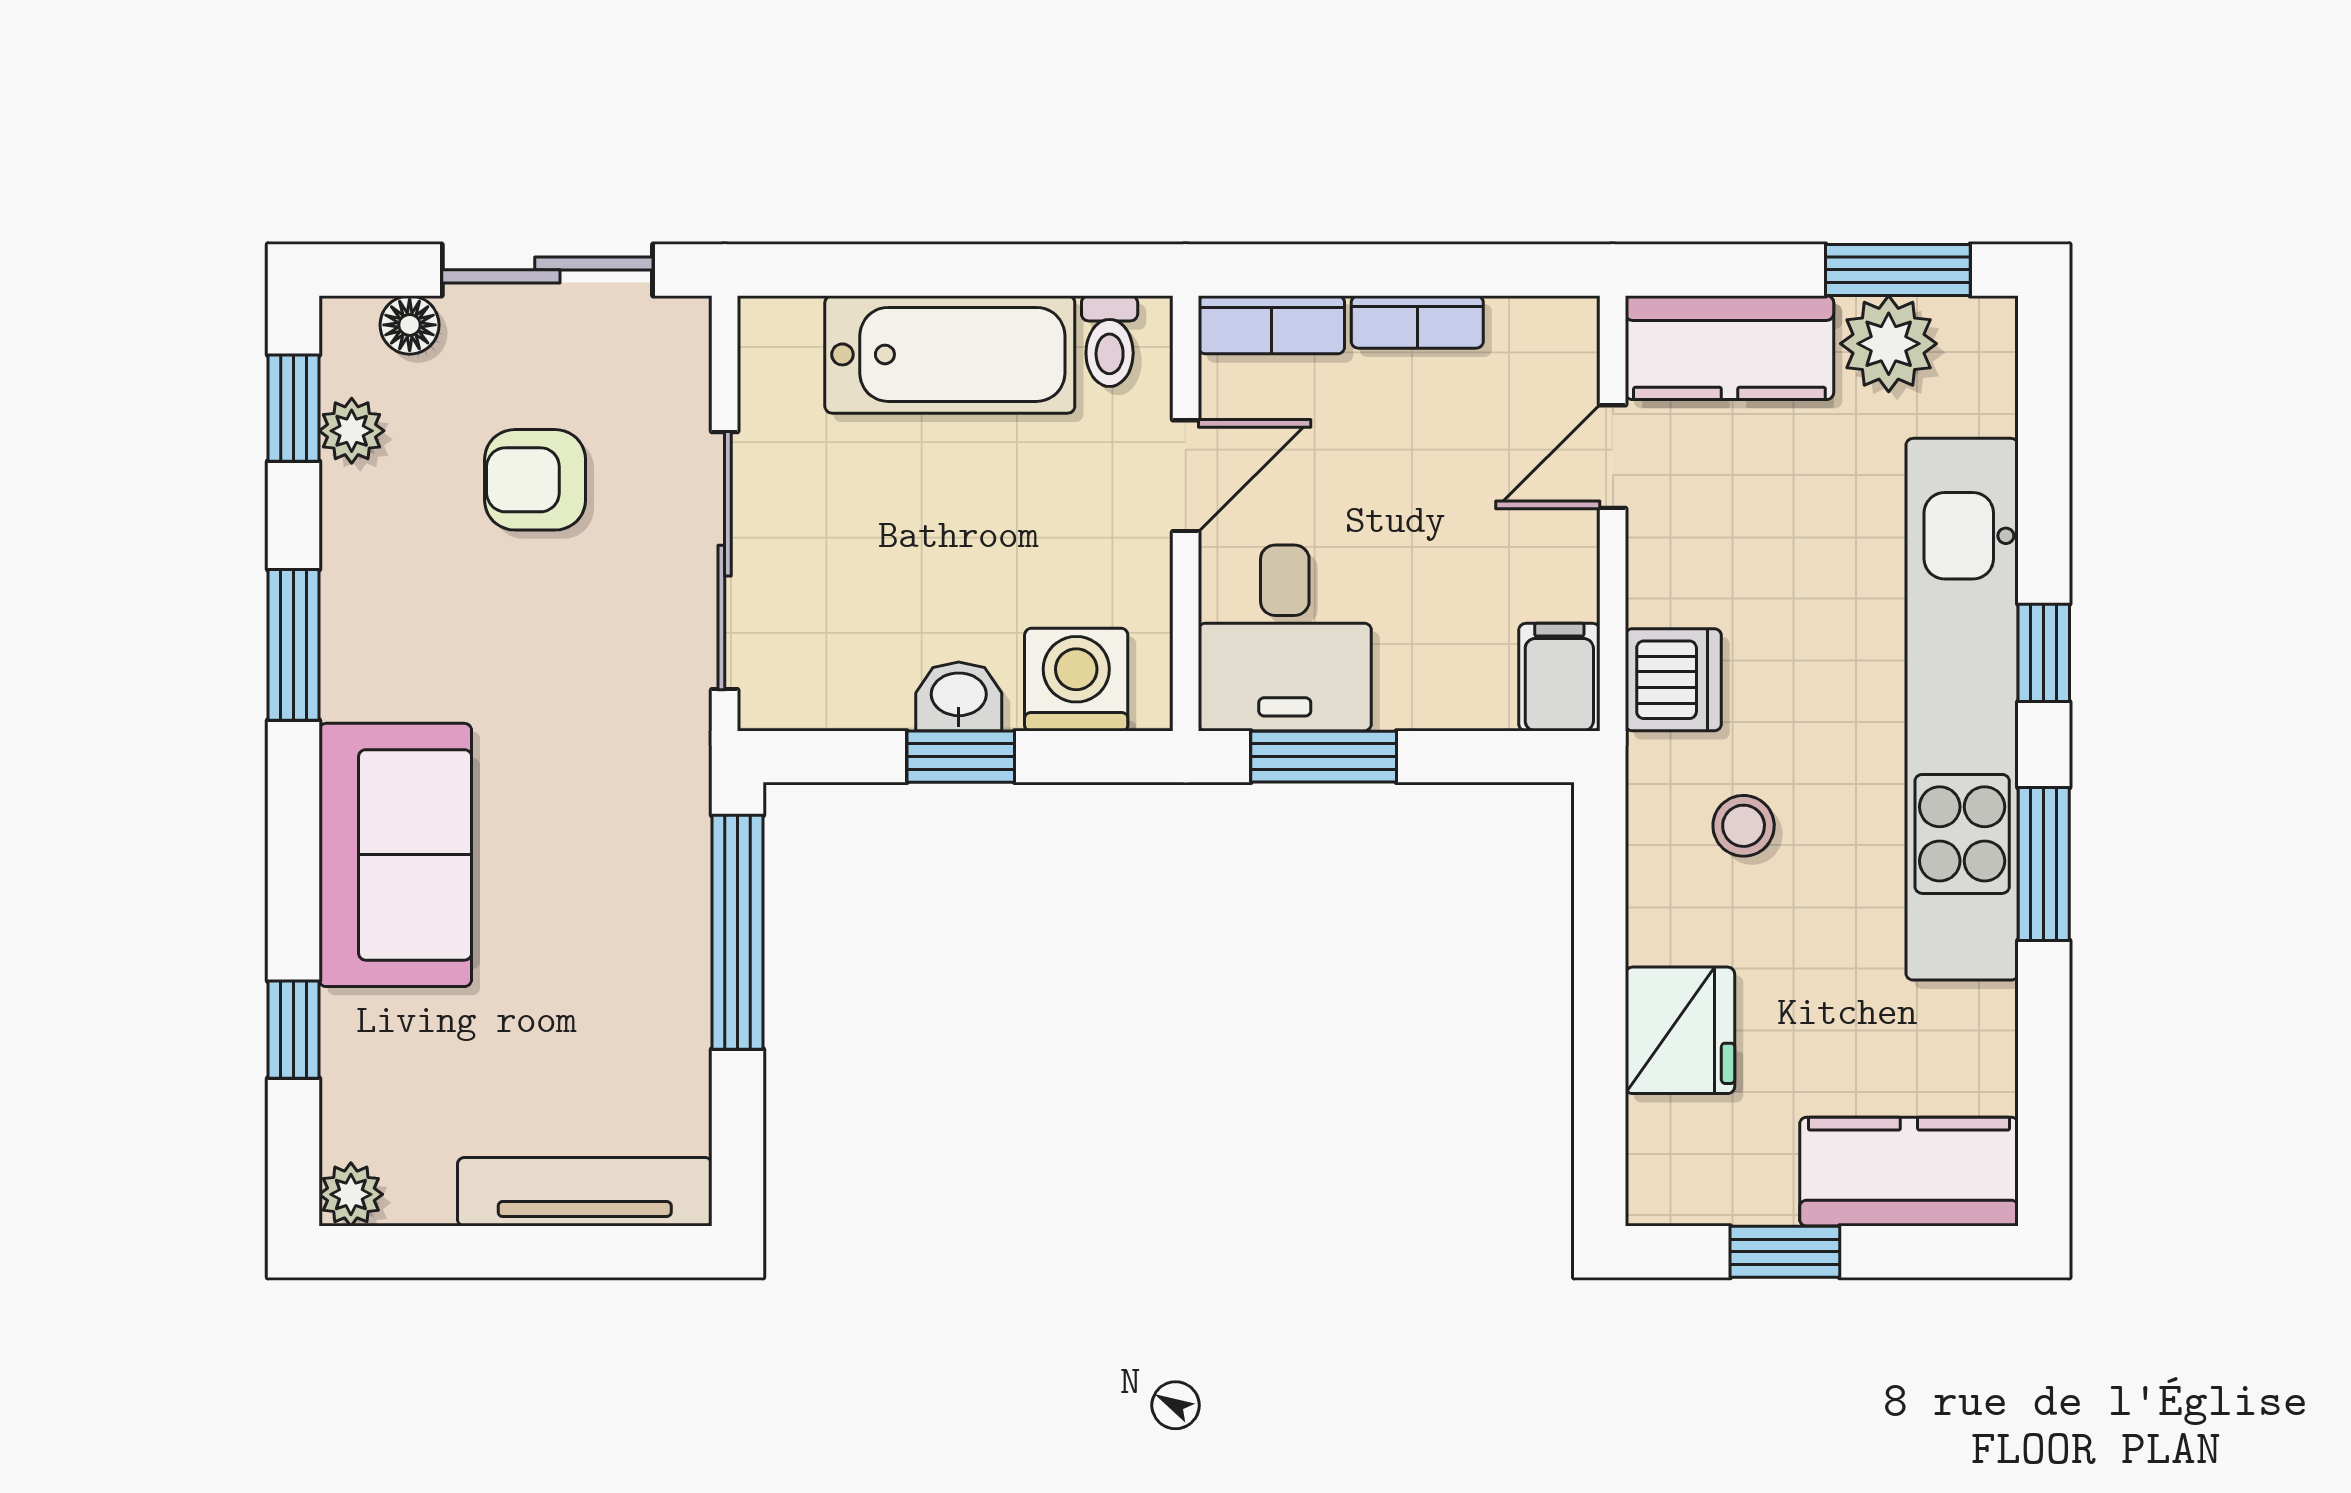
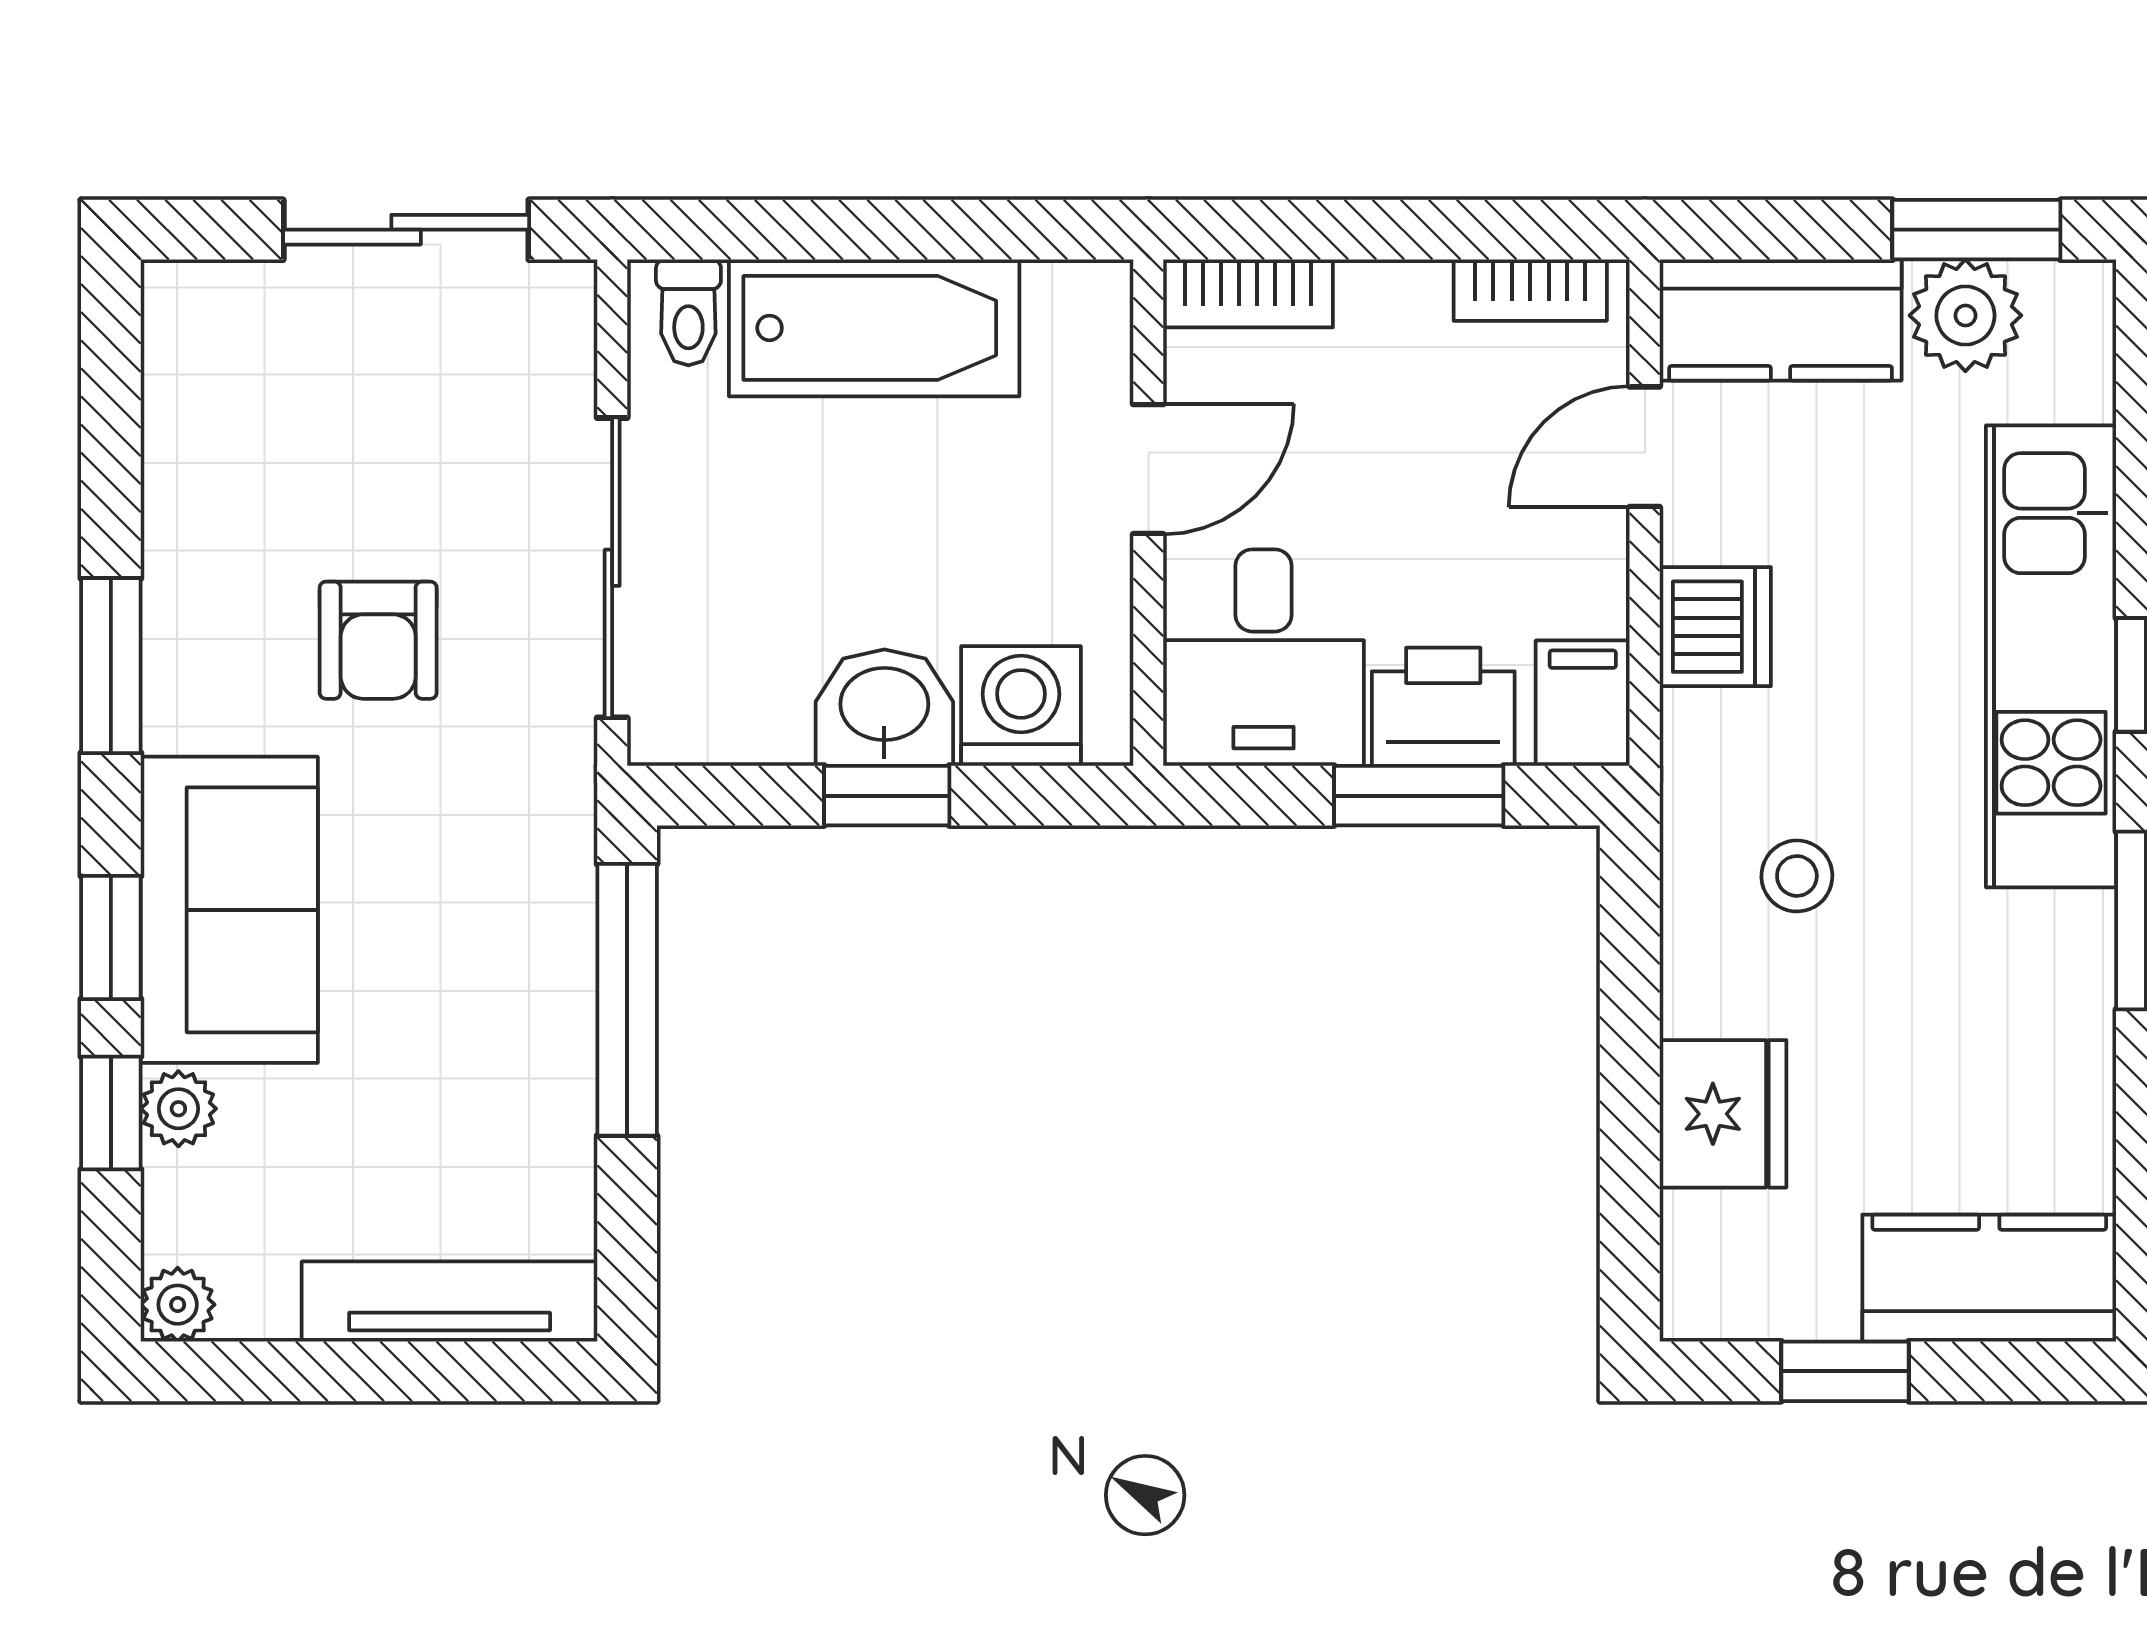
bookcase: (1417, 322) -> (1530, 290), moved
floor lamp: (410, 325) -> (246, 294), removed
toilet: (1110, 341) -> (688, 312), moved
window: (293, 408) -> (111, 938), moved
plant: (352, 431) -> (178, 1109), moved
armchair: (535, 480) -> (378, 640), moved, turned -90
printer: (1439, 680) -> (1443, 707), added
dishwasher: (1673, 680) -> (1715, 627), moved
washbasin: (959, 696) -> (884, 708), width x1.38, depth x1.45
kitchen unit: (1962, 709) -> (2051, 656), width x0.73
window: (1324, 757) -> (1419, 796), moved

